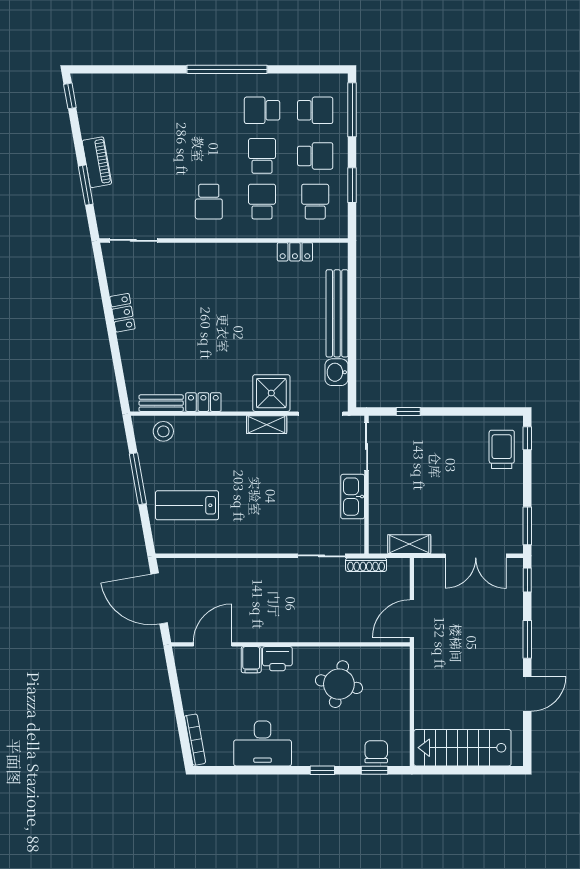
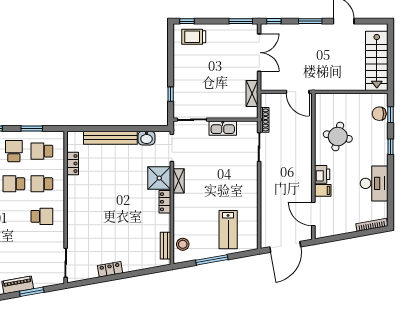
locker: (203, 402) -> (165, 202), moved

